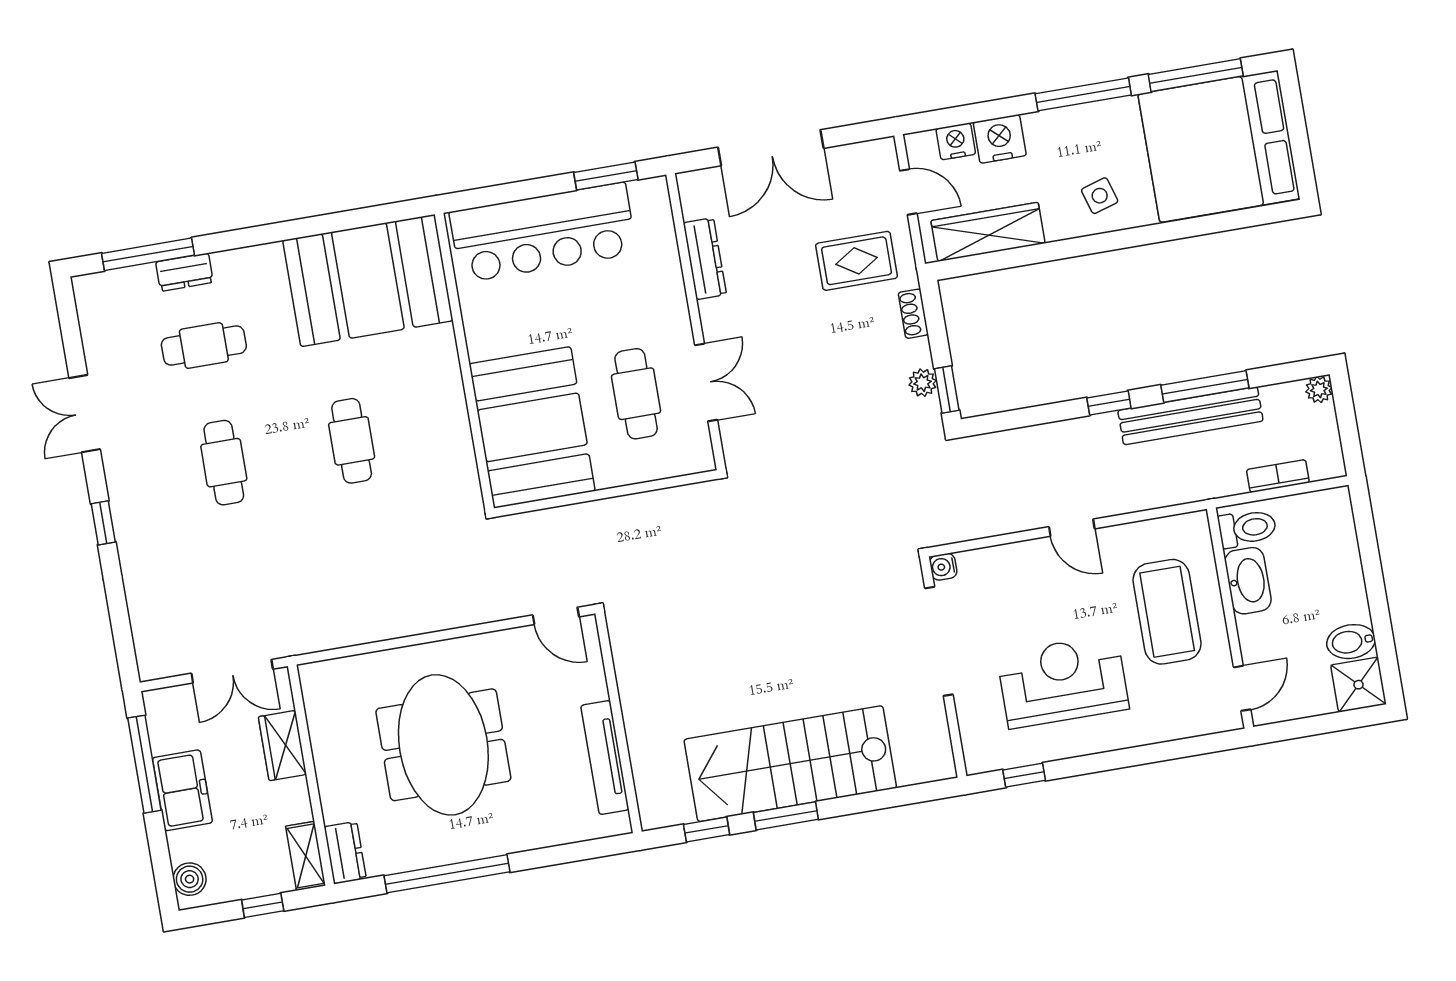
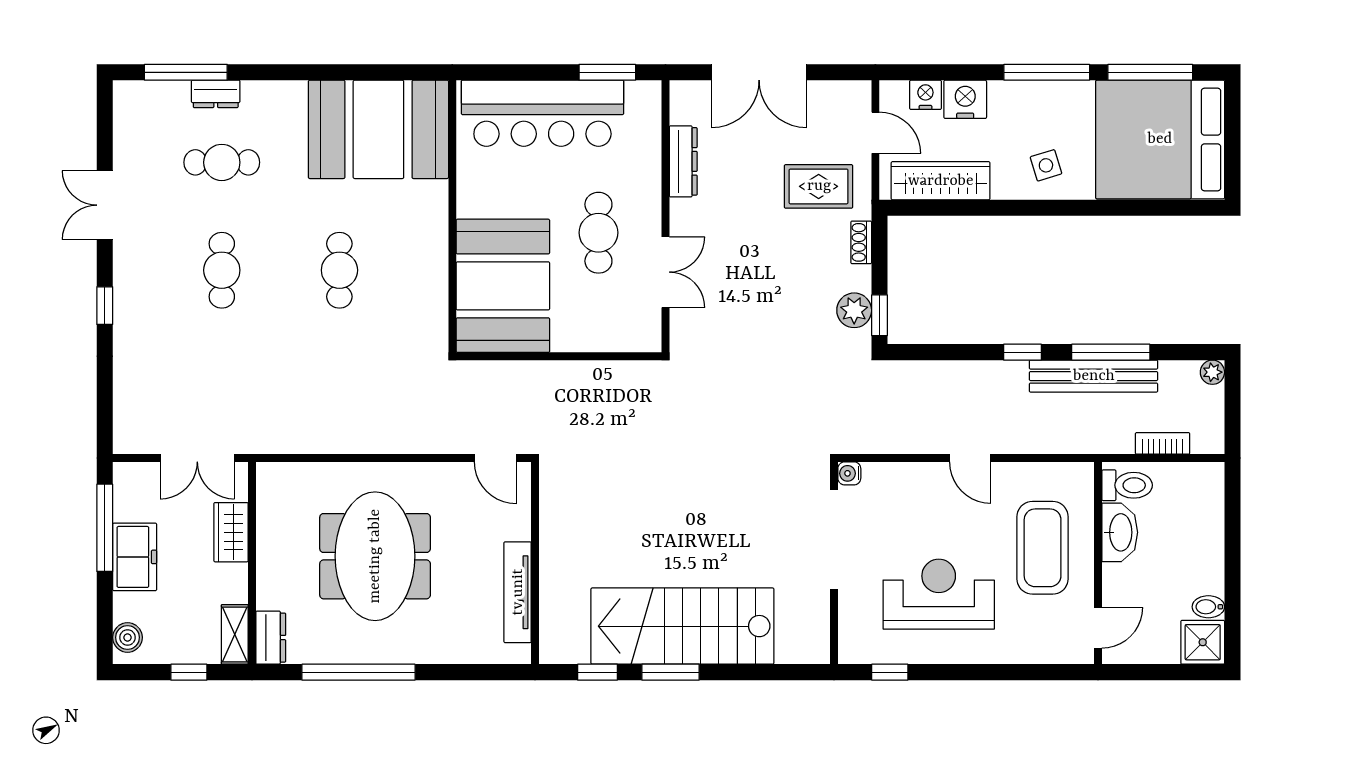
plant: (923, 383) -> (854, 310), width x1.38, depth x1.38
cafe table: (636, 394) -> (598, 233), moved
bidet: (1351, 642) -> (1208, 607), width x0.72, depth x0.74

